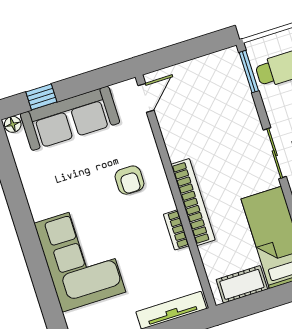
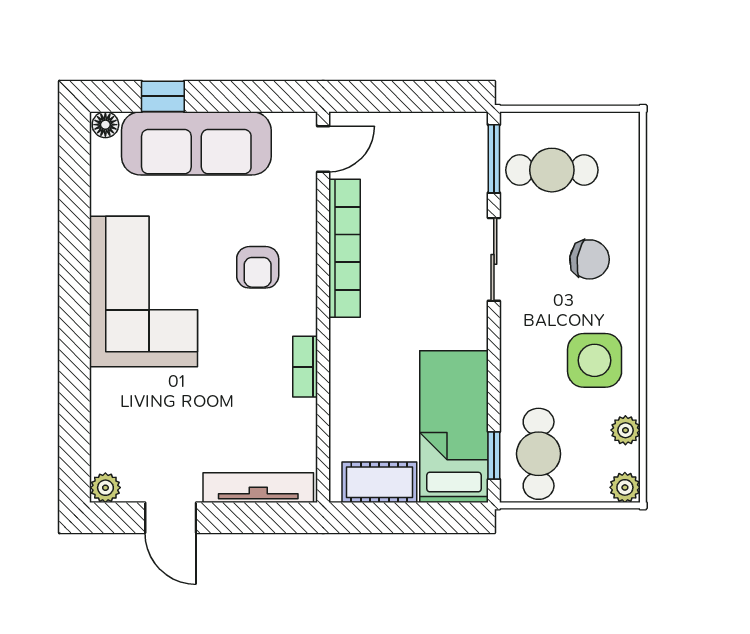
sliding door: (275, 153) -> (494, 259), moved
bookcase: (193, 202) -> (344, 248), moved
corner sofa: (80, 258) -> (144, 291), moved

